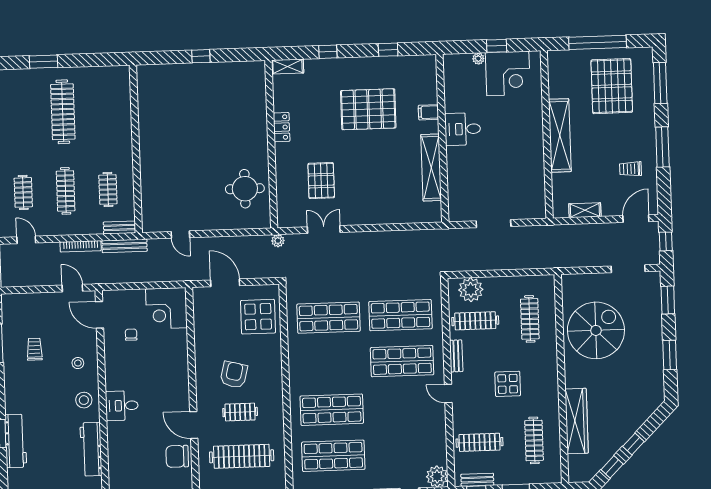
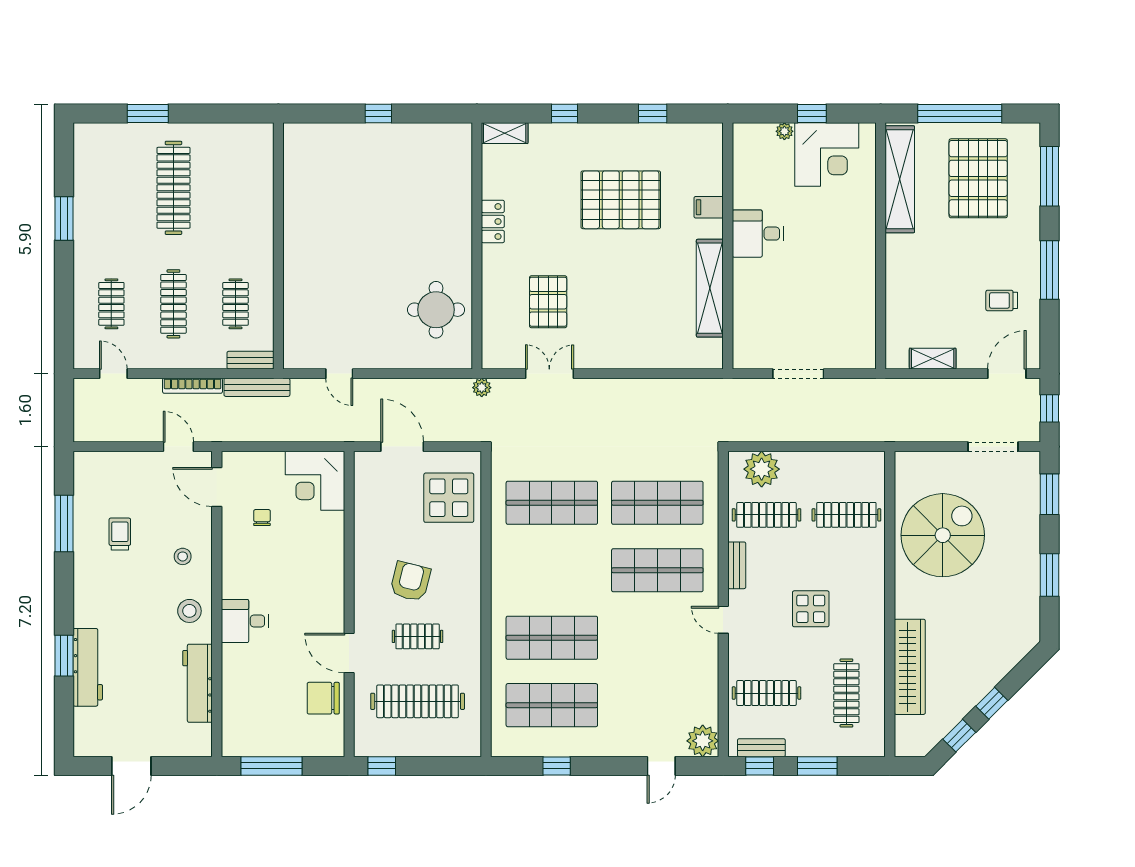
shelving: (560, 135) -> (900, 179), moved
clothes rail: (530, 319) -> (846, 515), turned 90

